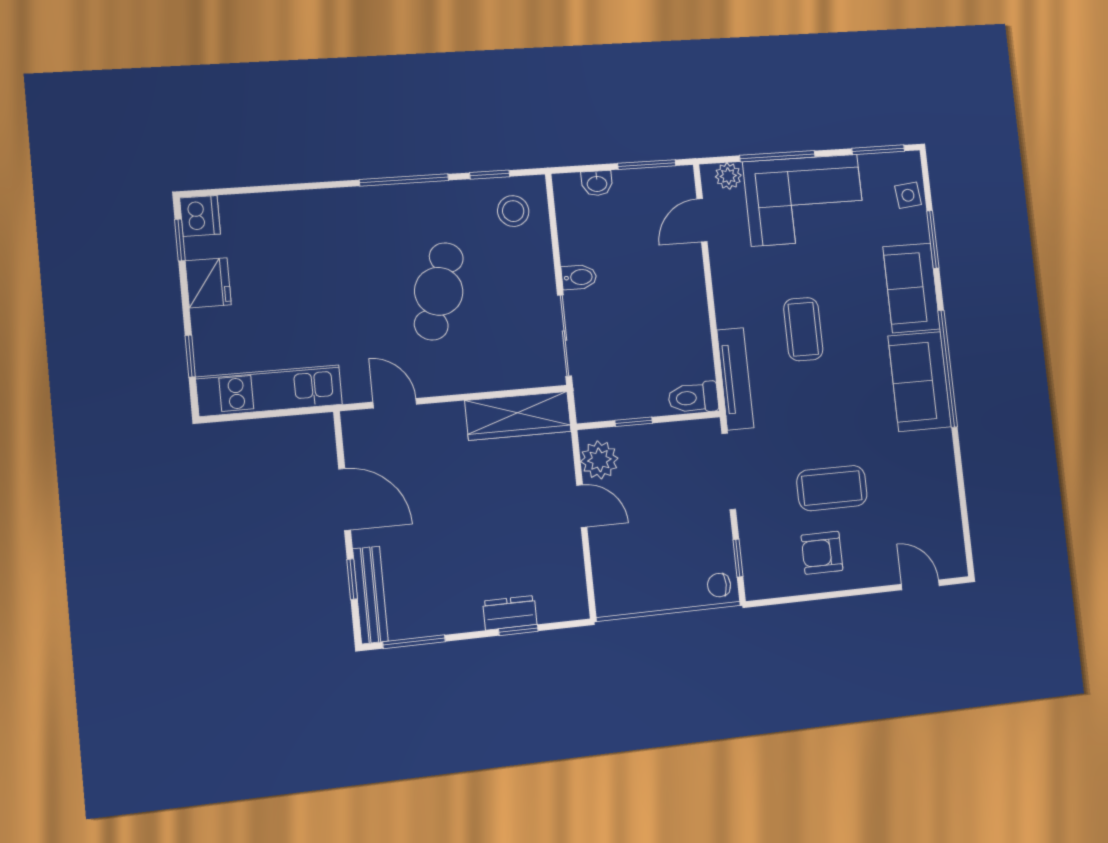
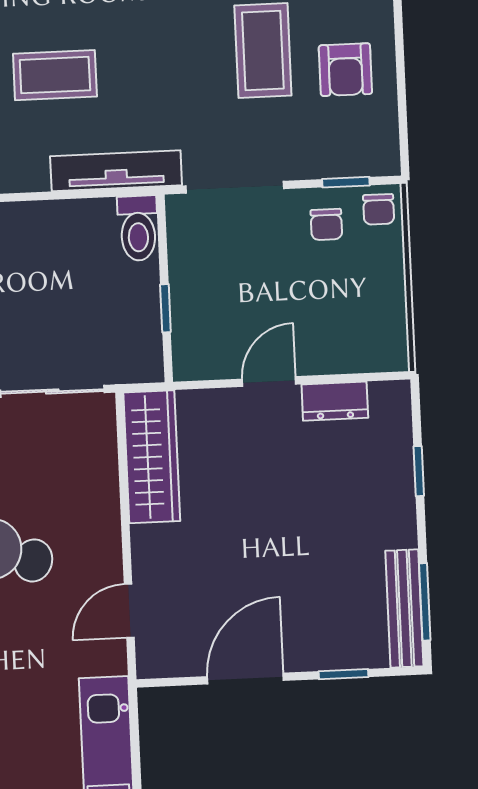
plant: (599, 460) -> (212, 356), removed
chair: (705, 545) -> (326, 224), added
bench: (370, 595) -> (404, 608), moved, turned 90
dresser: (510, 613) -> (335, 401), moved, turned -90

